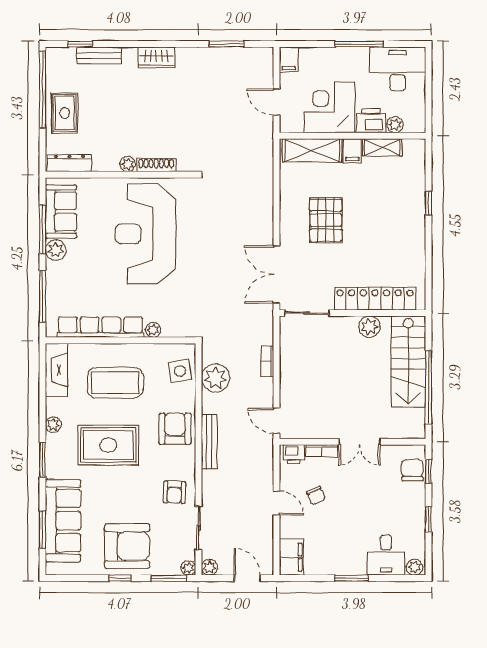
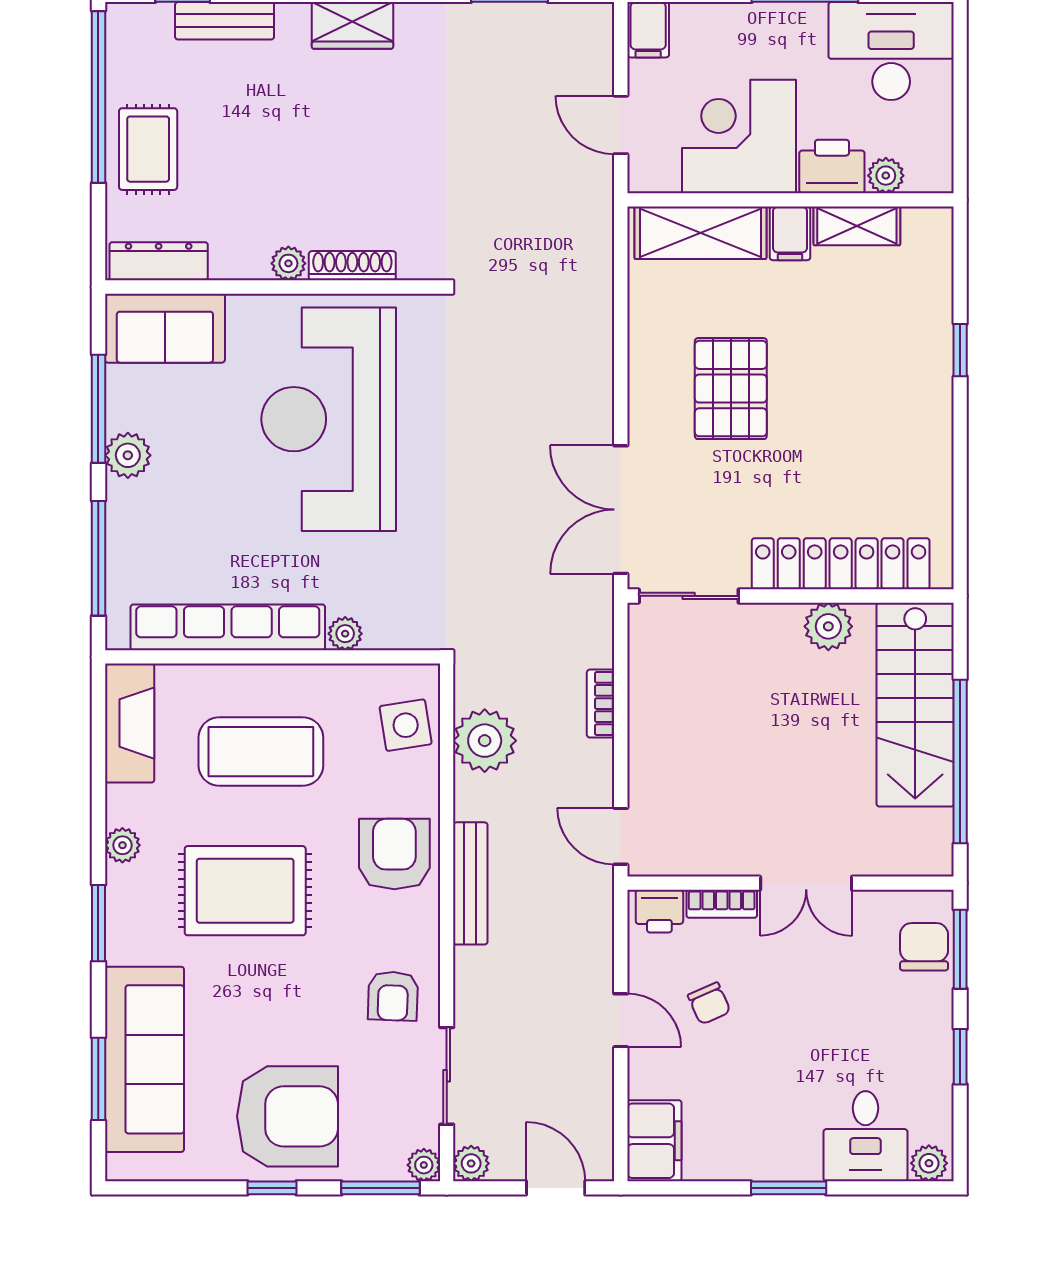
sofa: (61, 211) -> (165, 328), moved, turned 90
window: (428, 471) -> (960, 949), width x1.50

